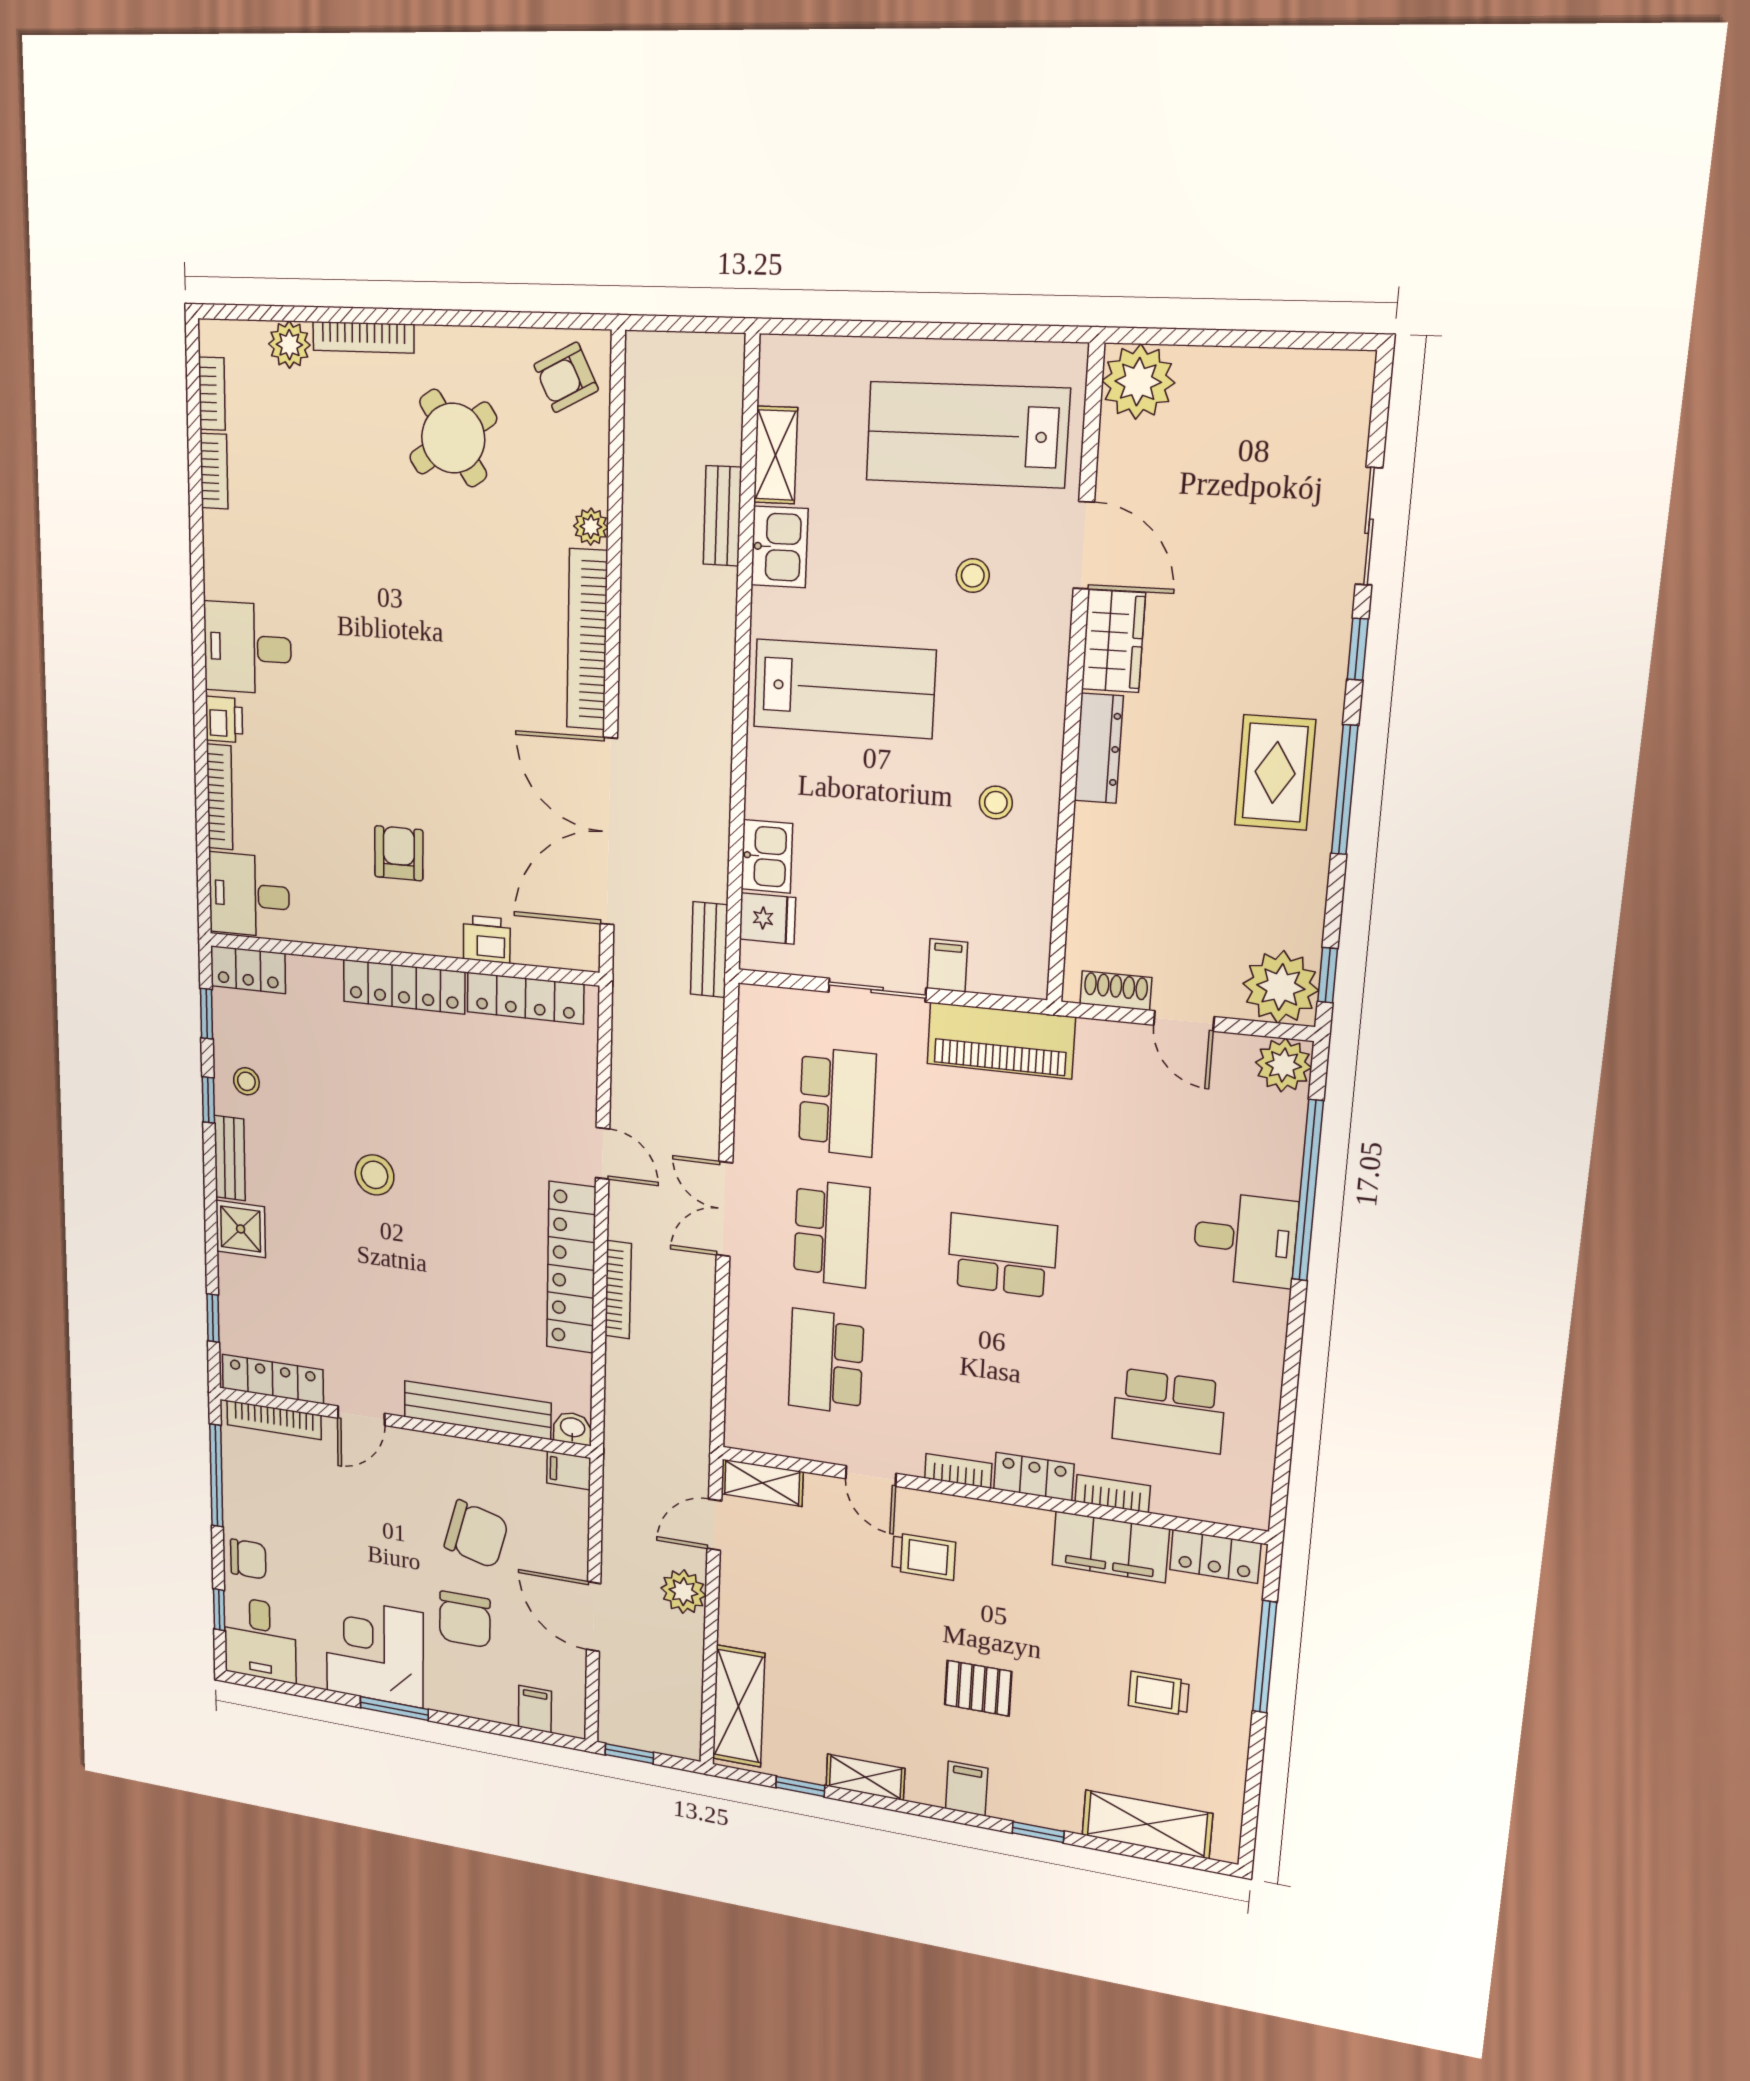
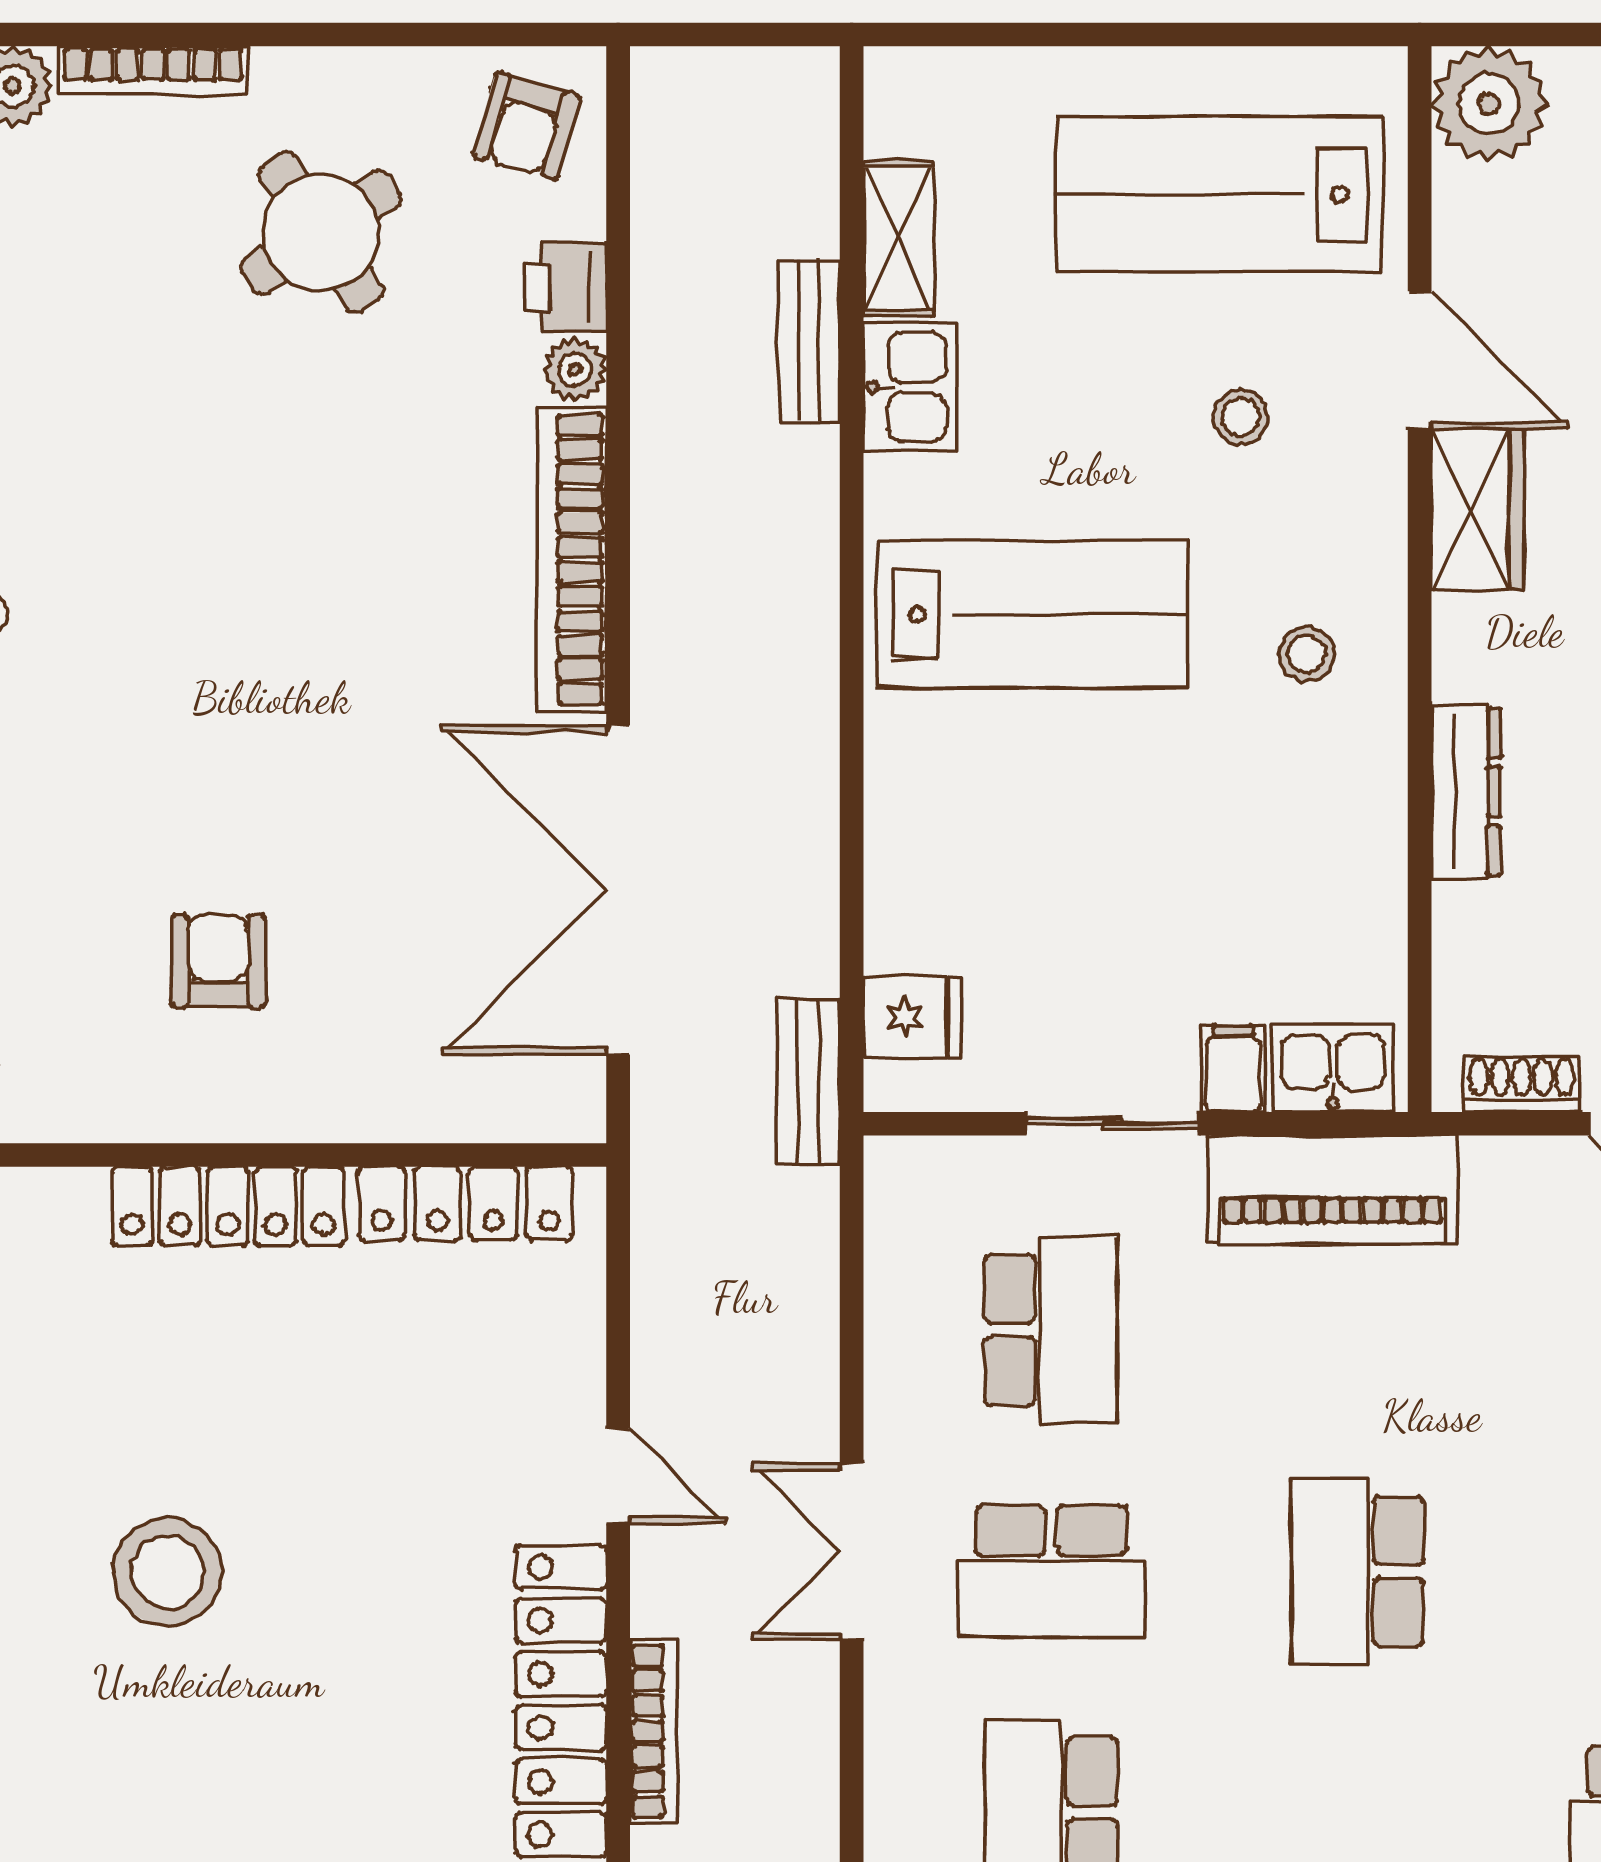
armchair: (566, 377) -> (526, 126), turned -47
dresser: (1099, 748) -> (1466, 792), moved
stool: (996, 803) -> (1306, 654), moved
kitchen sink: (767, 856) -> (1333, 1068), moved, turned -90
printer: (487, 939) -> (566, 287), moved, turned -90
stool: (375, 1175) -> (168, 1572), width x1.38, depth x1.38
school desk: (832, 1233) -> (1051, 1571), turned 90
school desk: (1002, 1255) -> (1357, 1571), turned -90

